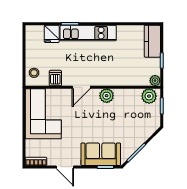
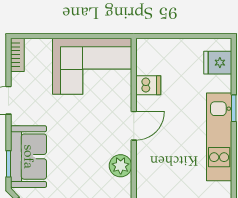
fridge: (52, 34) -> (218, 63), moved
stool: (34, 73) -> (157, 52), removed
door: (81, 87) -> (134, 126), swing flipped

